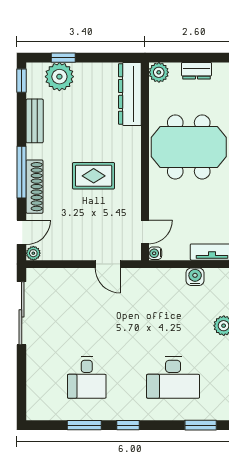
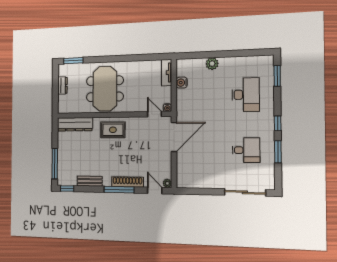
window: (63, 58) -> (55, 164), width x2.17
plant: (159, 72) -> (63, 108), removed
plant: (59, 77) -> (65, 166), removed
rug: (94, 176) -> (113, 130), moved, turned 90
door: (108, 264) -> (174, 137), width x1.88
sliding door: (22, 313) -> (245, 192), moved

